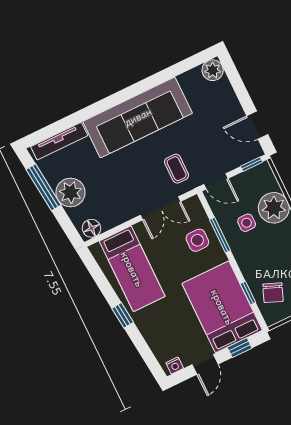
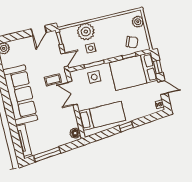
plant: (70, 192) -> (53, 140), removed
double door: (161, 208) -> (72, 93), swing flipped

